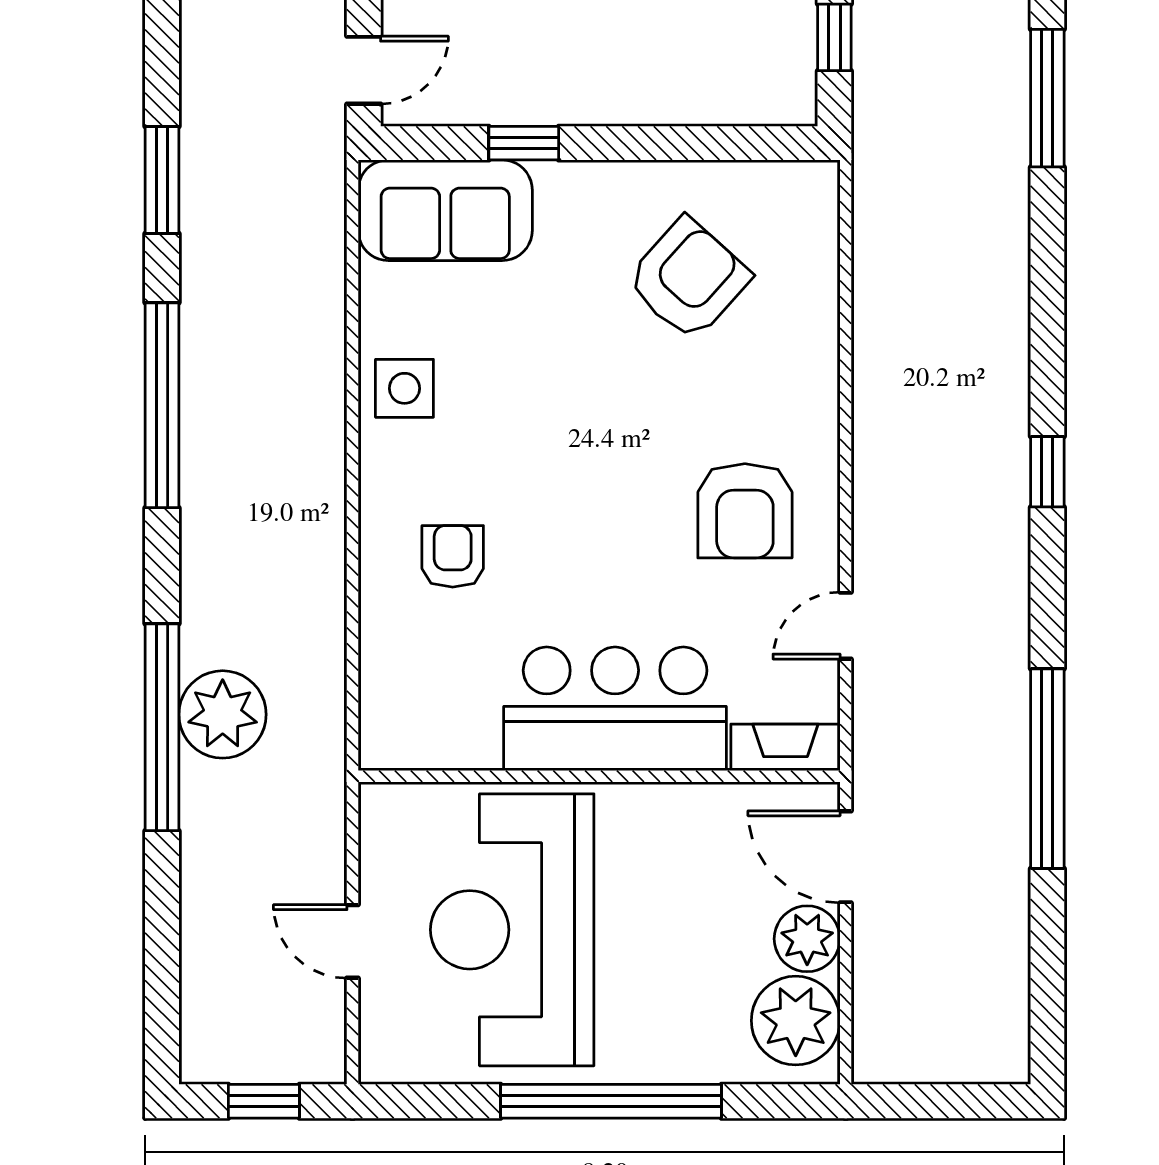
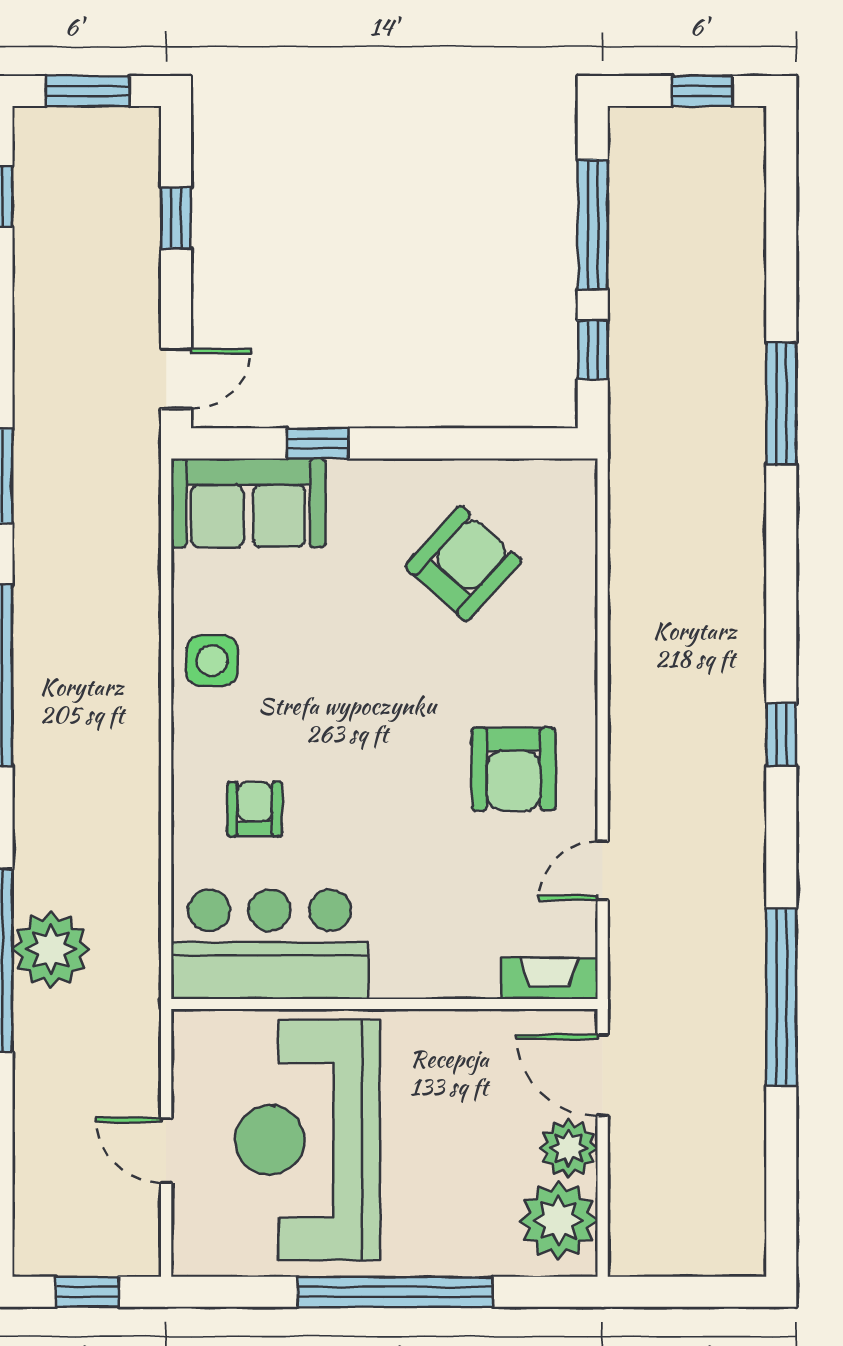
bar counter: (615, 709) -> (270, 944), moved

